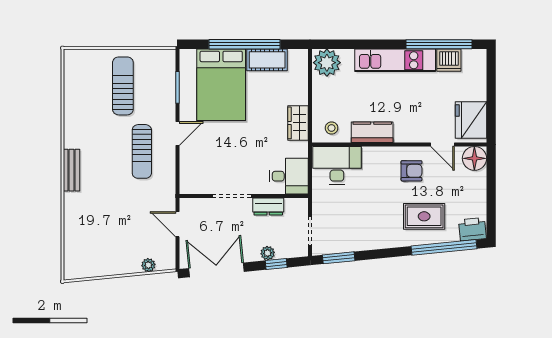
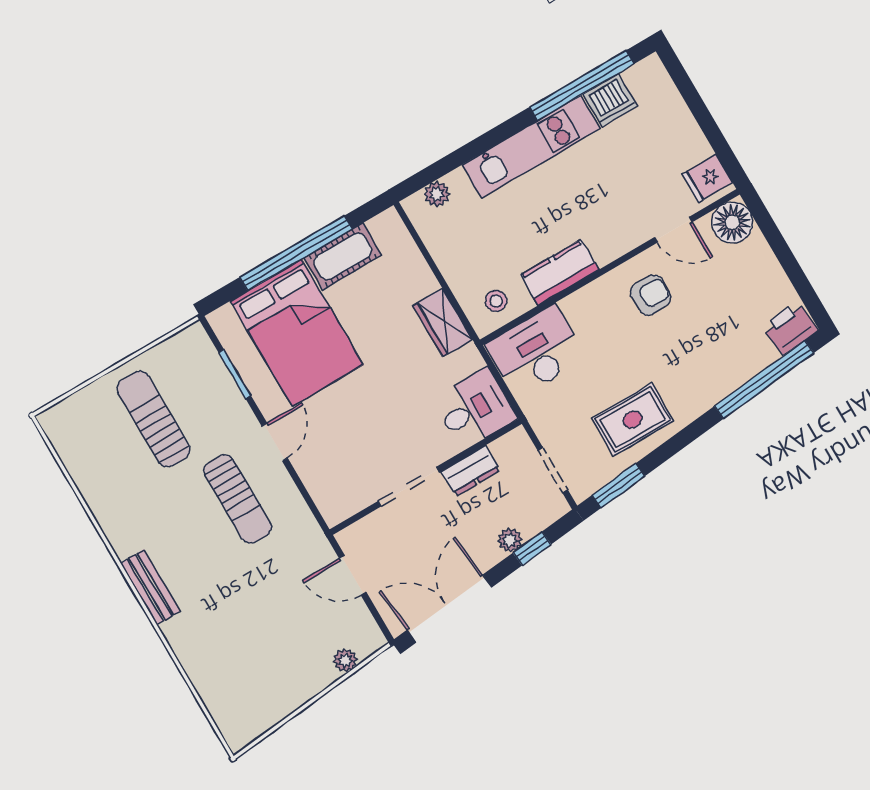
plant: (327, 63) -> (437, 194), width x0.53, depth x0.53
fridge: (471, 120) -> (707, 178), width x0.53, depth x0.75
rug: (424, 216) -> (633, 420), moved

